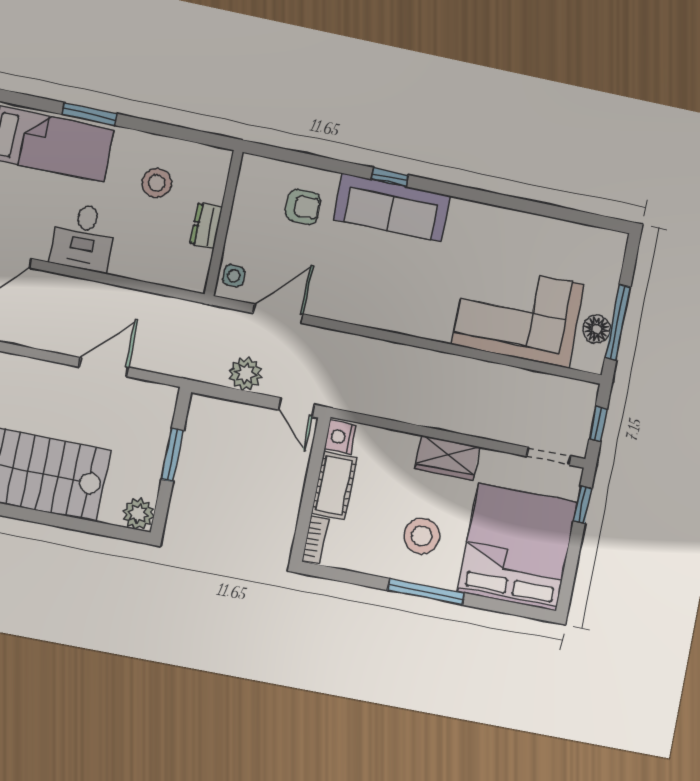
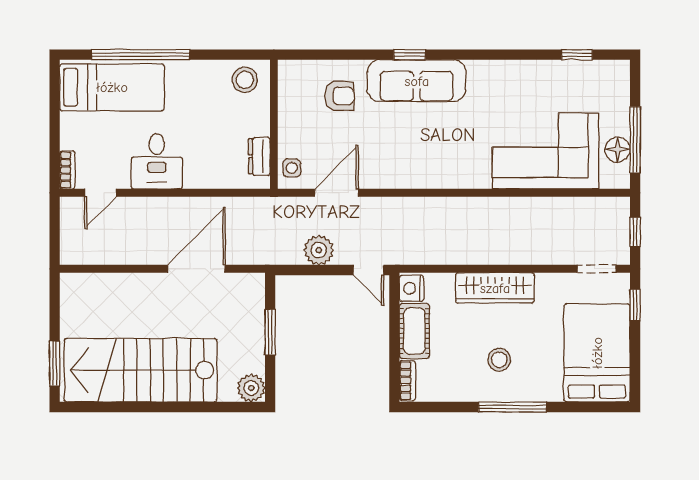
window: (90, 114) -> (141, 55), width x2.11
stool: (157, 183) -> (245, 80), moved
window: (573, 216) -> (577, 55), added
dresser: (206, 226) -> (259, 156), moved
door: (104, 367) -> (196, 269), width x1.36
wardrobe: (447, 458) -> (495, 288), width x1.50
stool: (422, 536) -> (499, 360), width x0.73, depth x0.73
bed: (517, 547) -> (597, 353), width x0.73

